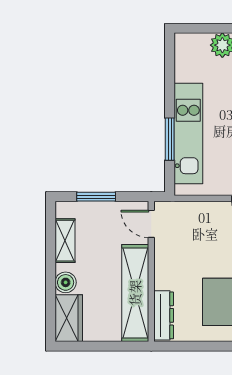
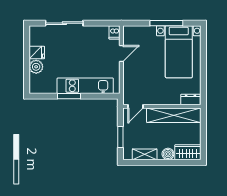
window: (170, 139) -> (69, 96), moved
dresser: (164, 315) -> (190, 99), width x0.70

